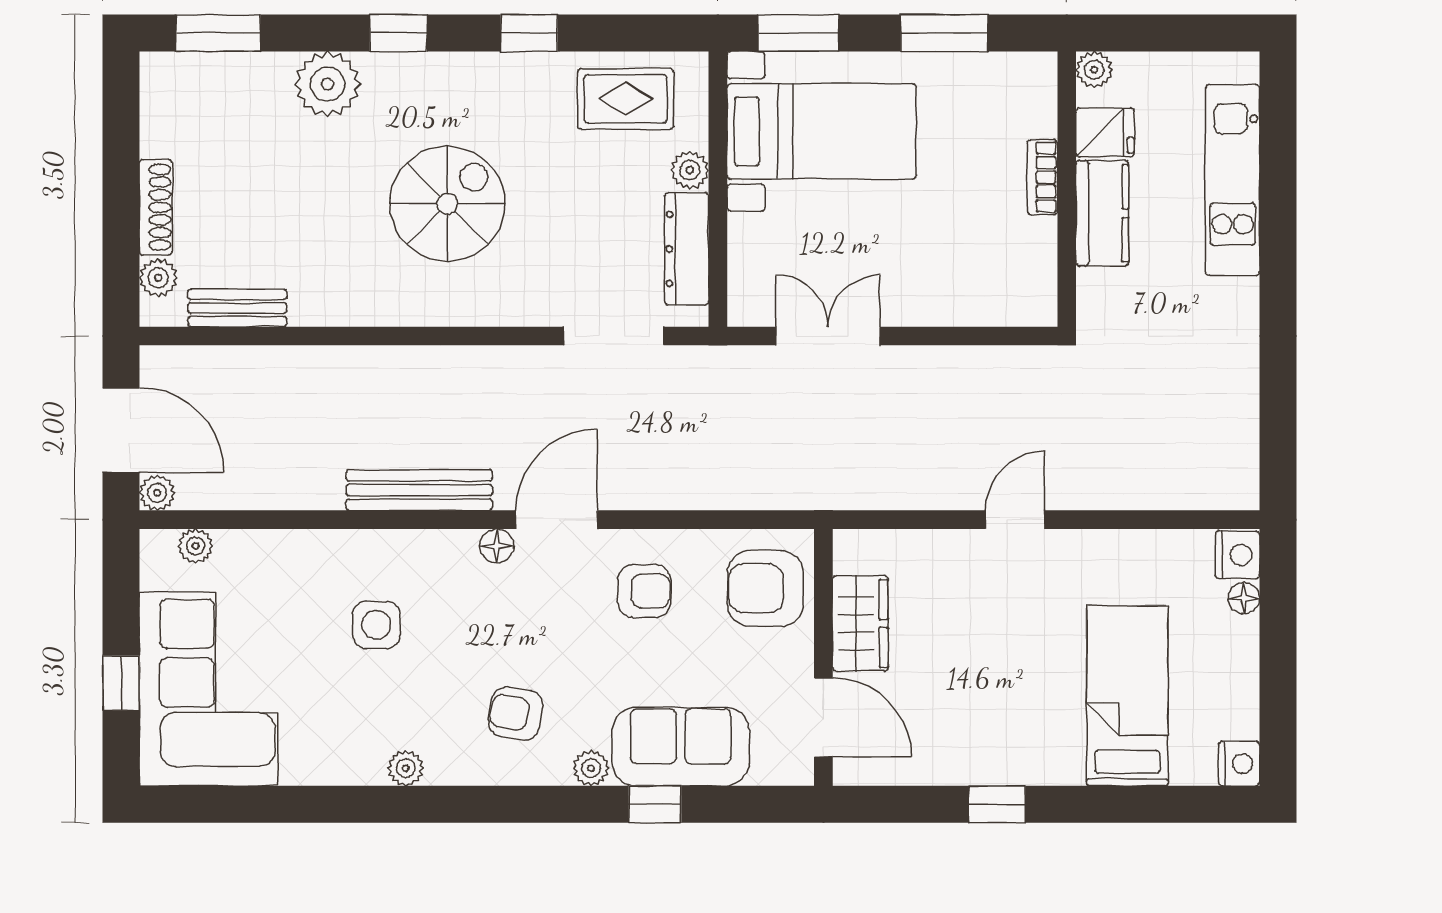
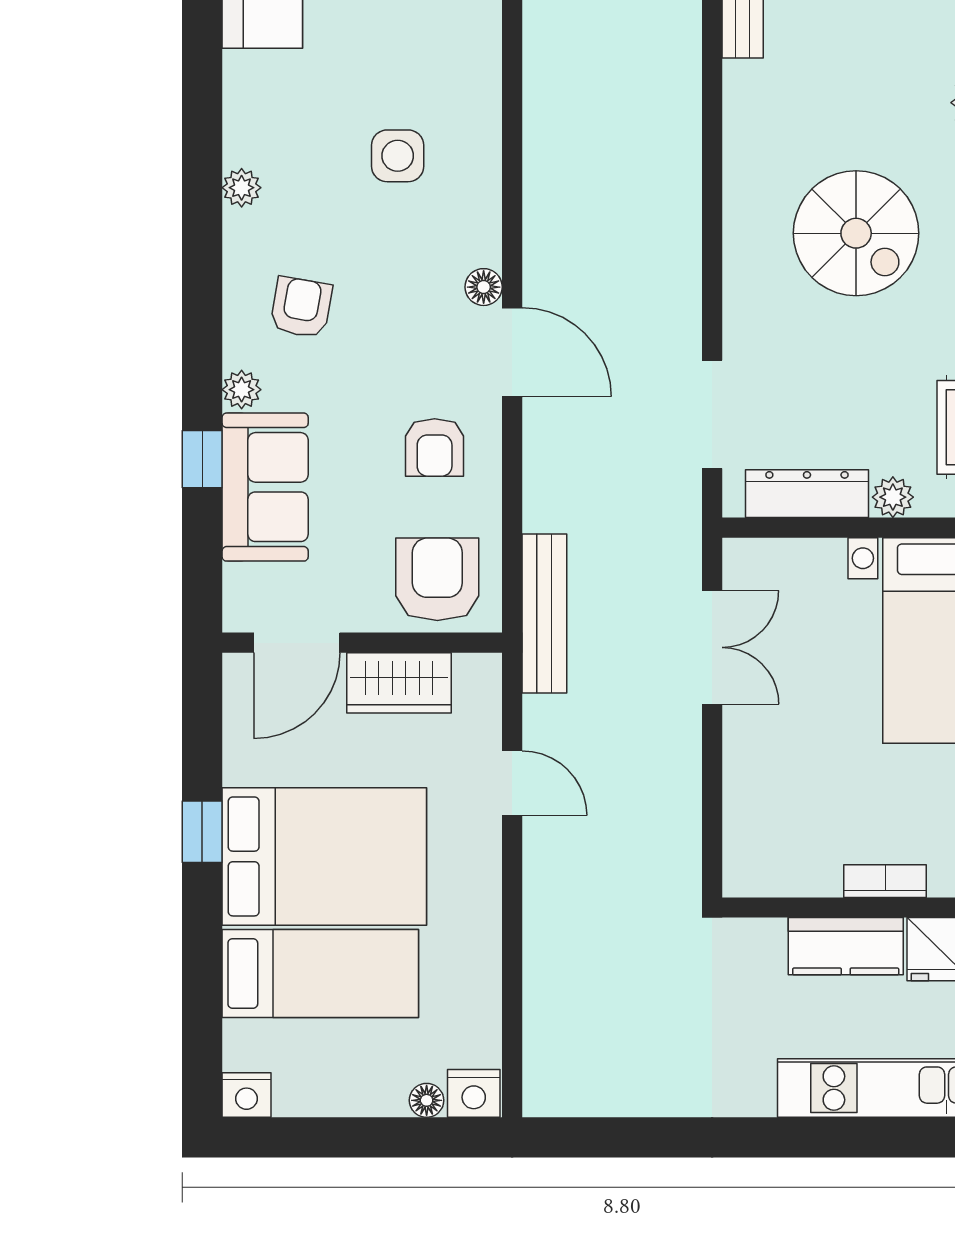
bench: (419, 490) -> (544, 613), moved
door: (1015, 520) -> (512, 783), moved
bed: (1020, 692) -> (324, 856), added

